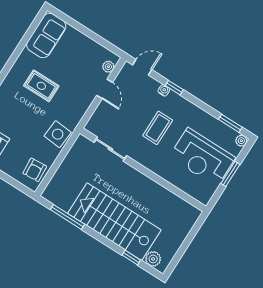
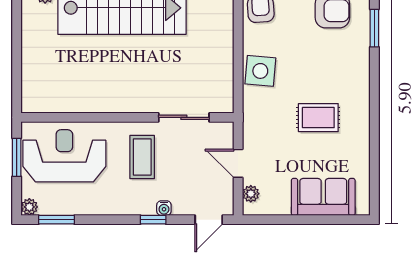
sofa: (46, 35) -> (323, 197), moved, turned 90
sliding door: (110, 149) -> (184, 117), moved
wall: (143, 170) -> (127, 117), moved

